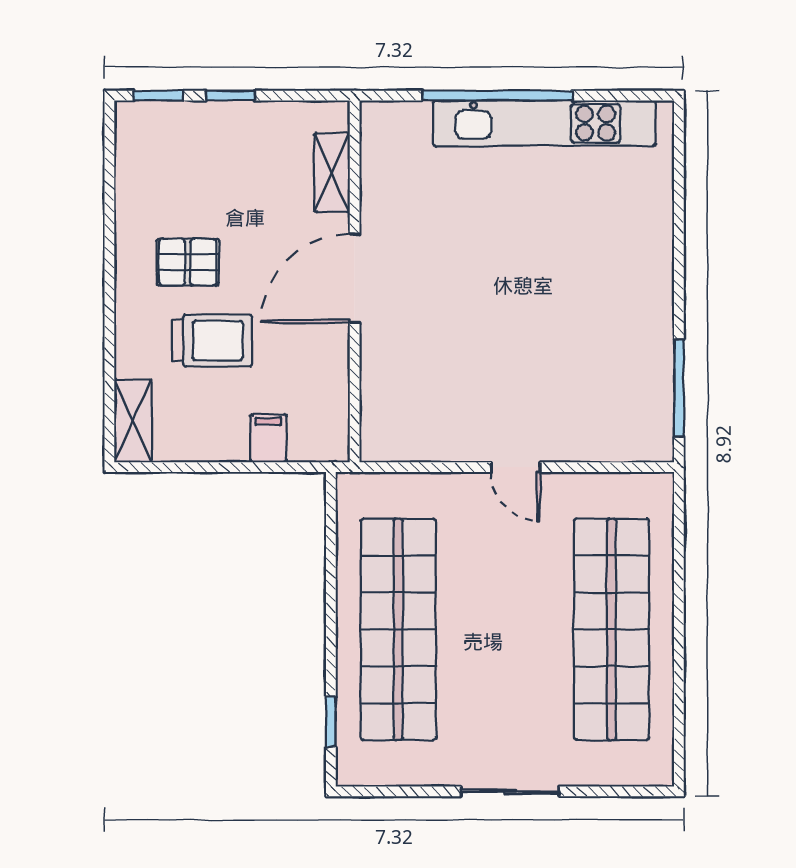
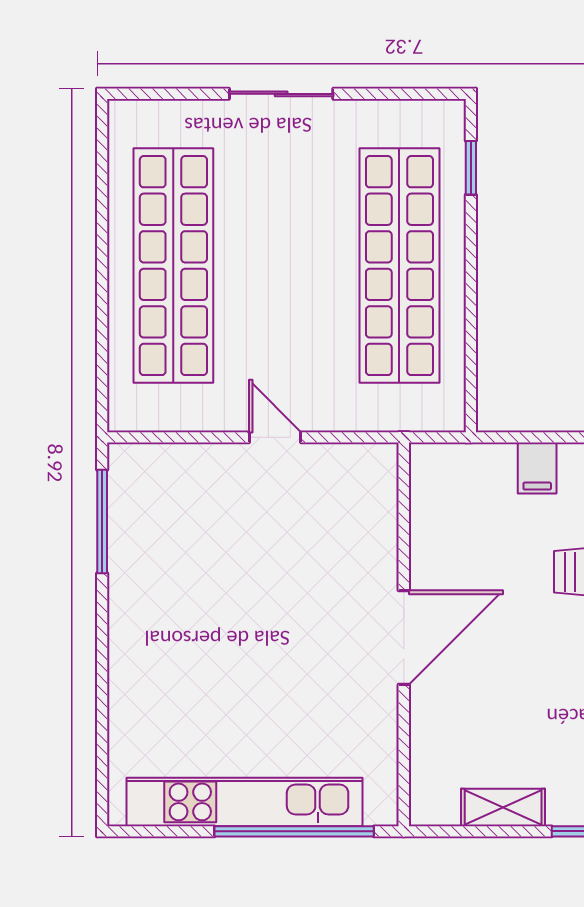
shelving: (332, 173) -> (503, 807), moved, turned 90
door: (355, 278) -> (404, 637), moved
wall: (355, 281) -> (404, 634), moved

